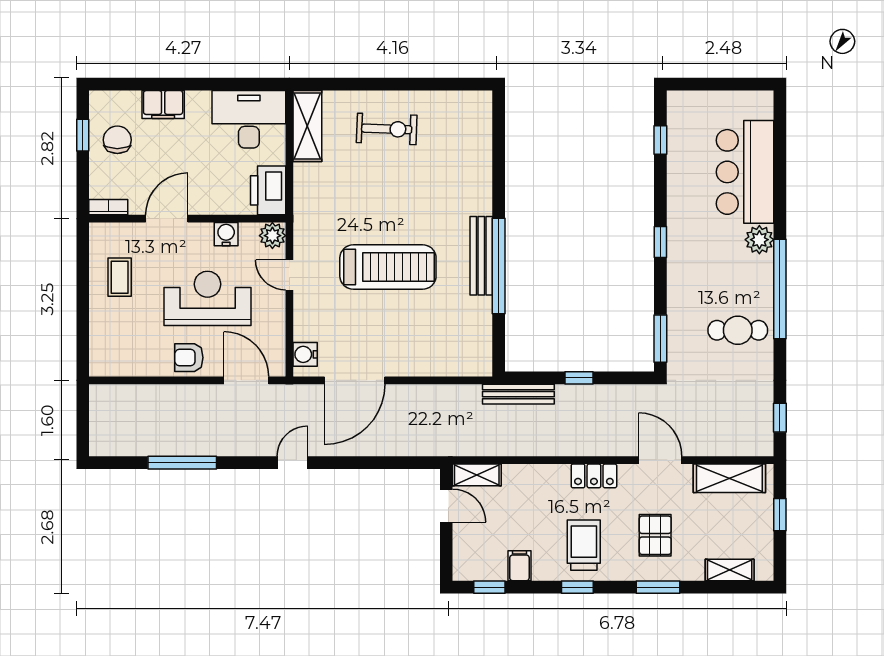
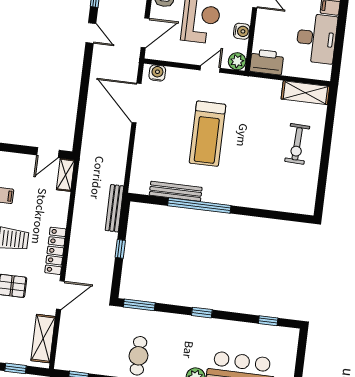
desk: (249, 119) -> (317, 38), moved
bench: (481, 256) -> (176, 191), moved
door: (292, 463) -> (91, 33), moved
locker: (594, 476) -> (55, 251), width x1.53

